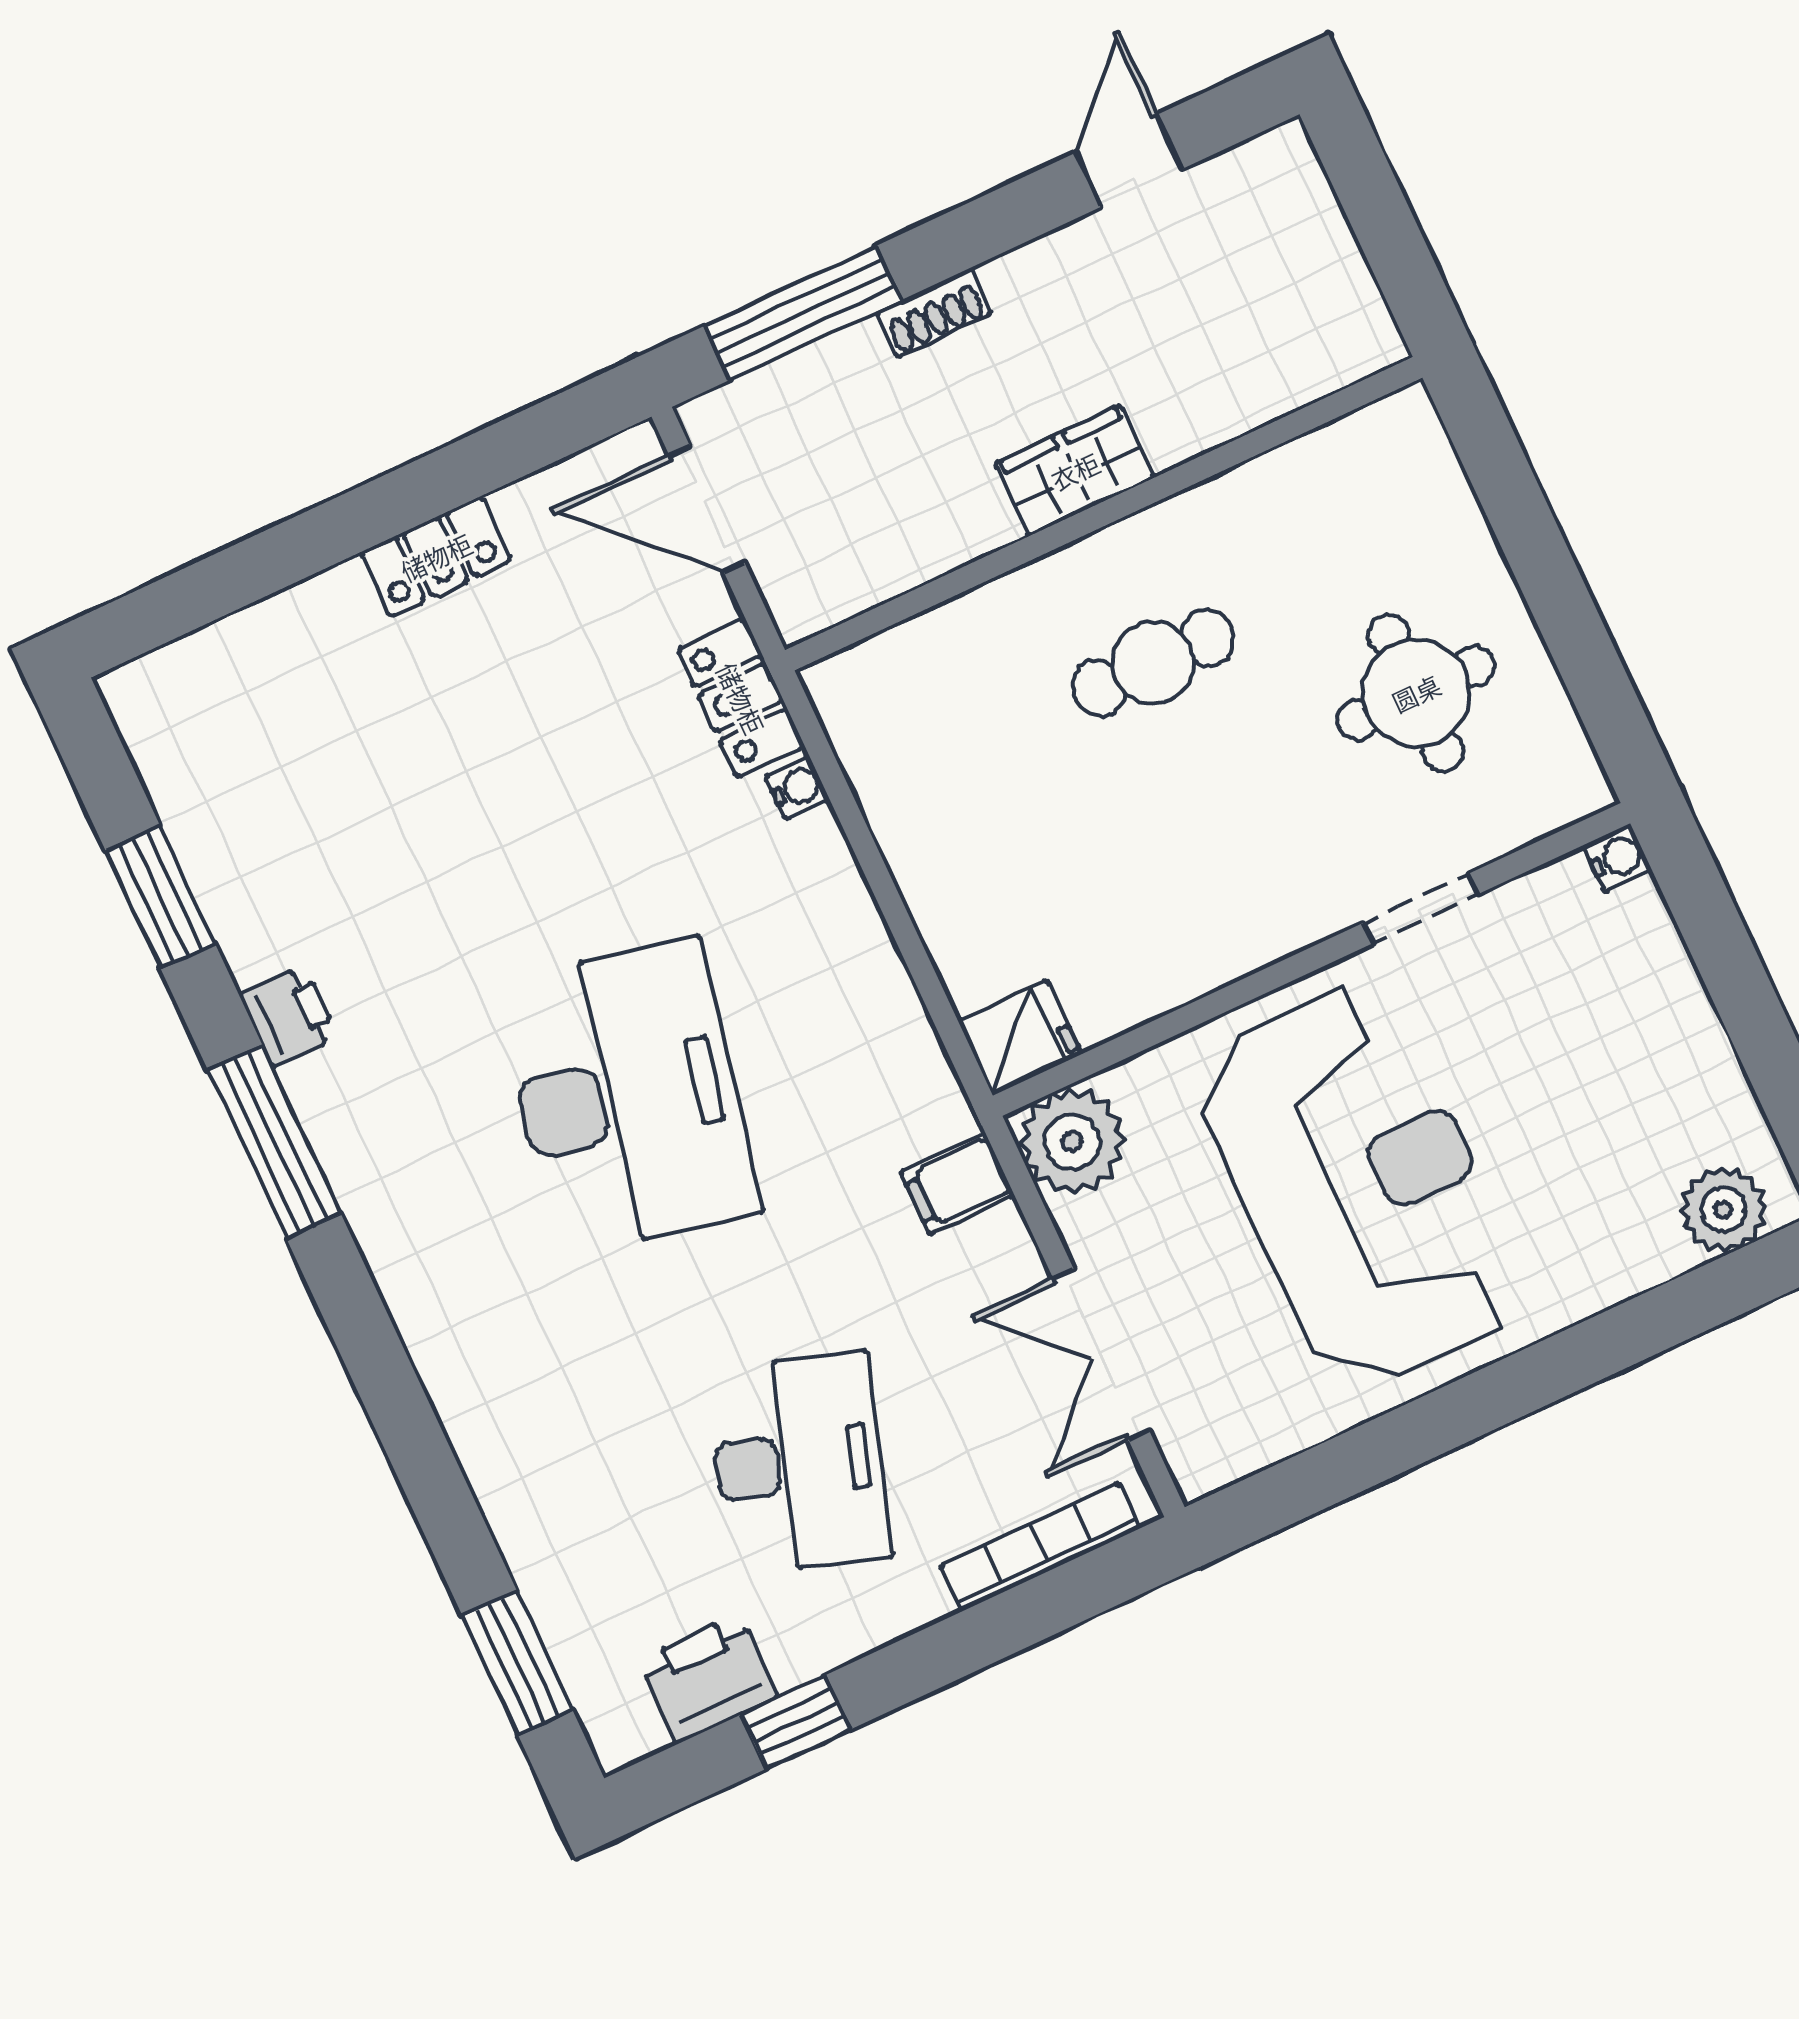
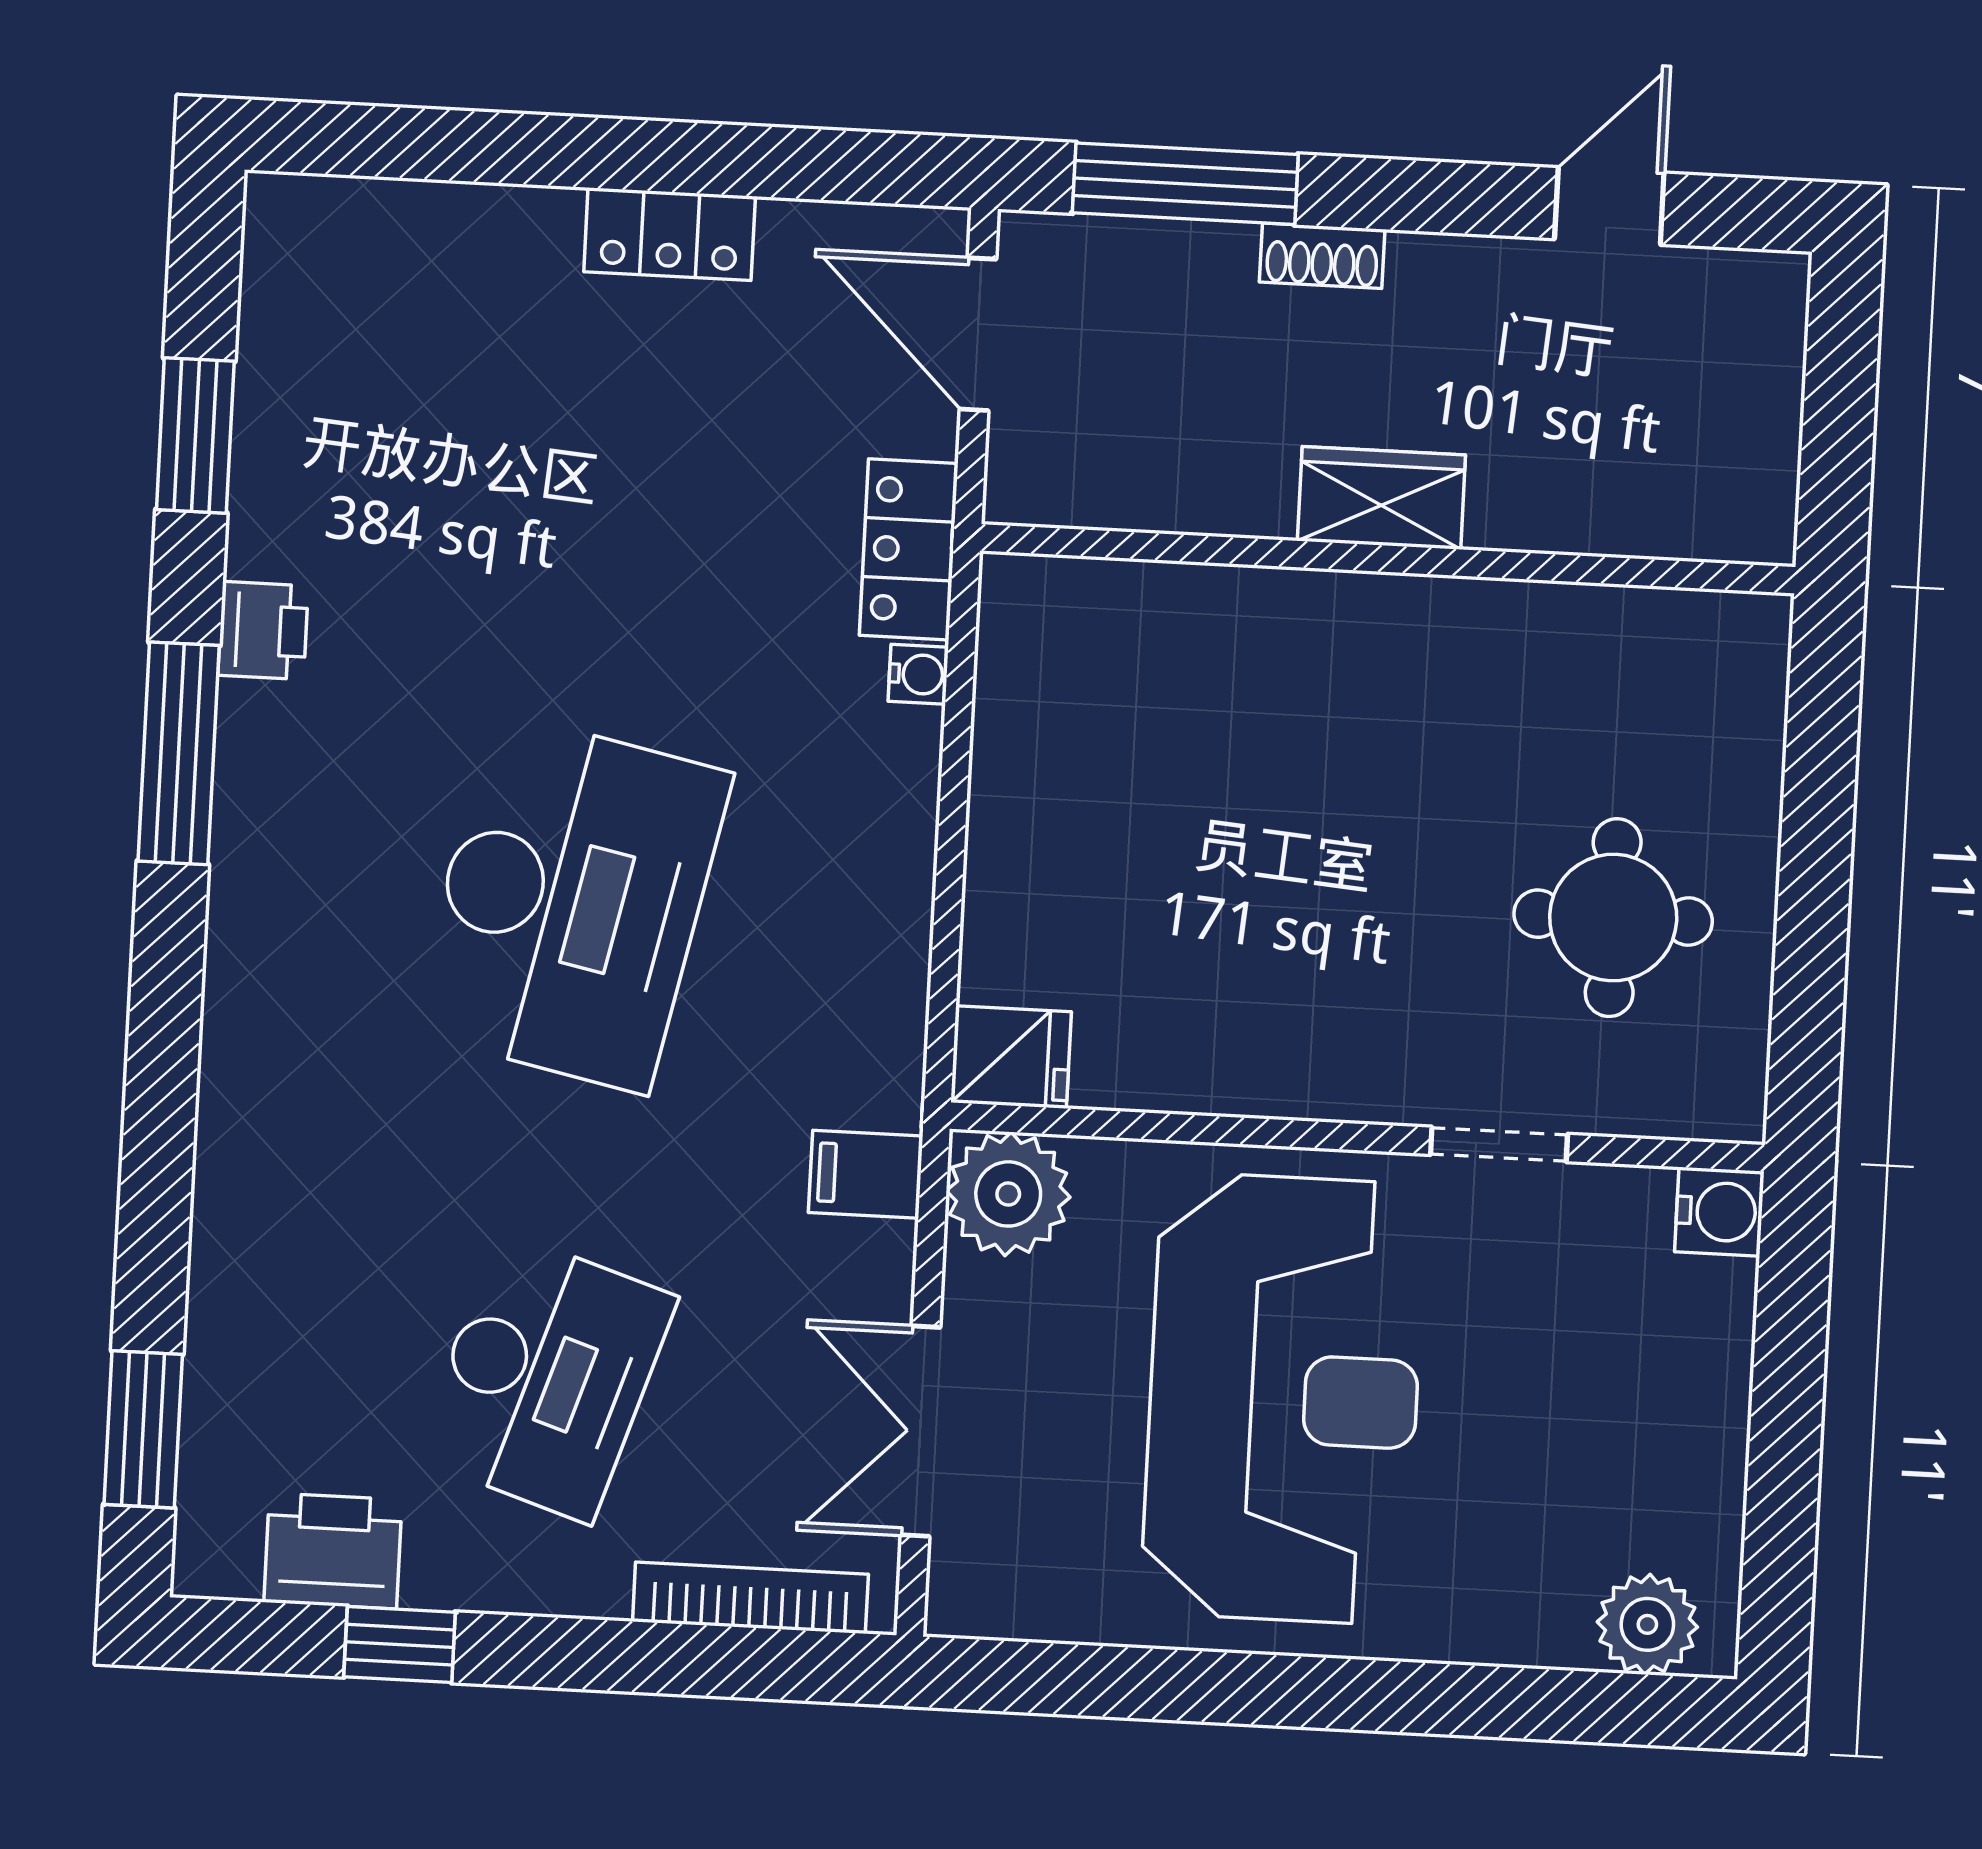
cafe table: (1153, 663) -> (1357, 741), removed
water cooler: (1618, 858) -> (1719, 1212), width x1.38, depth x1.38

